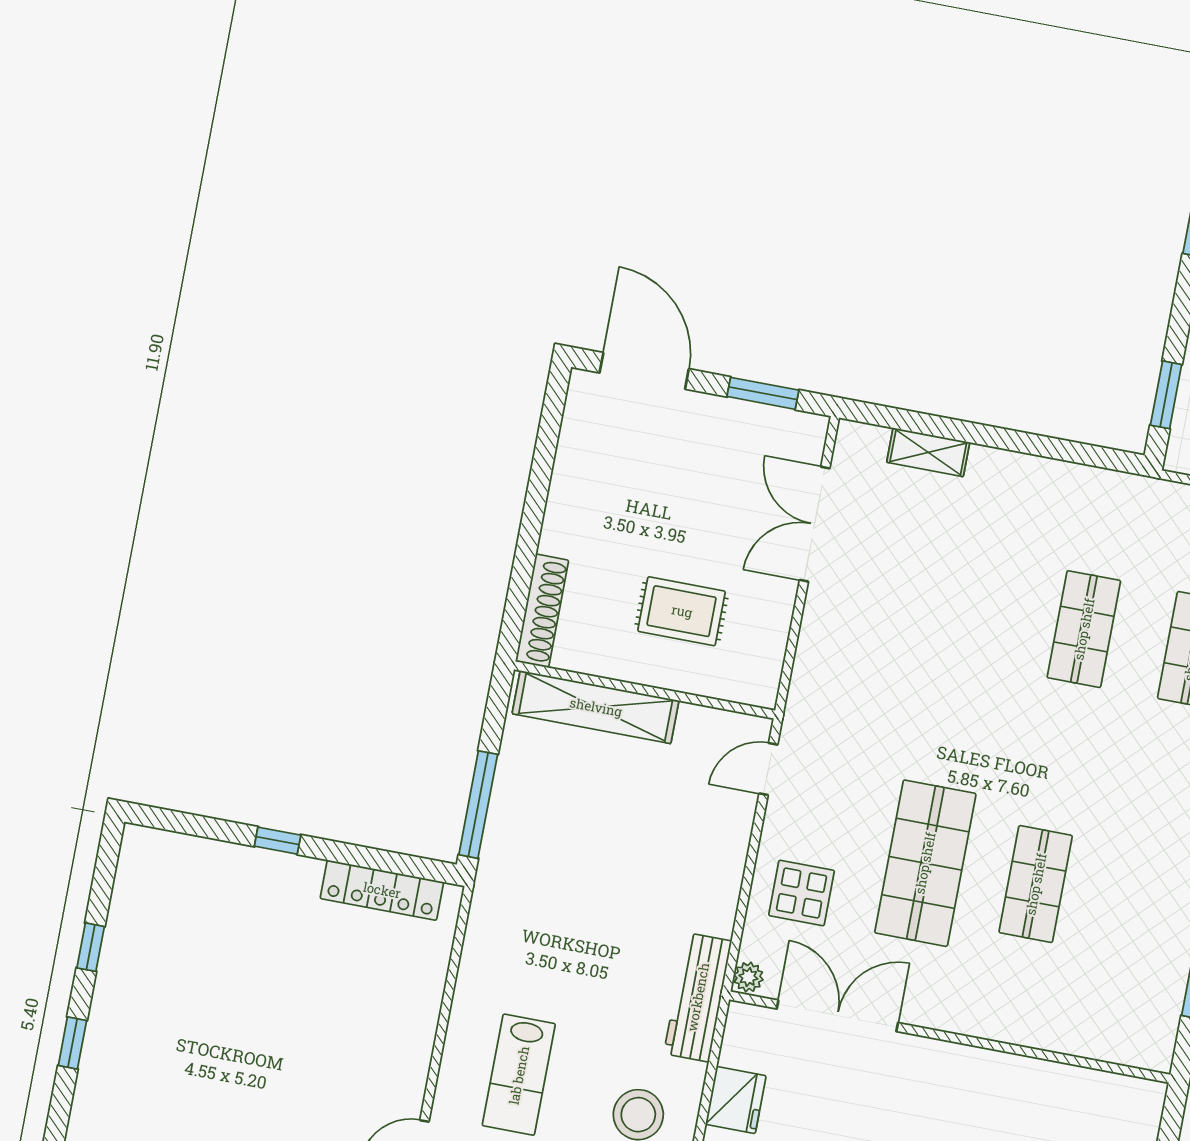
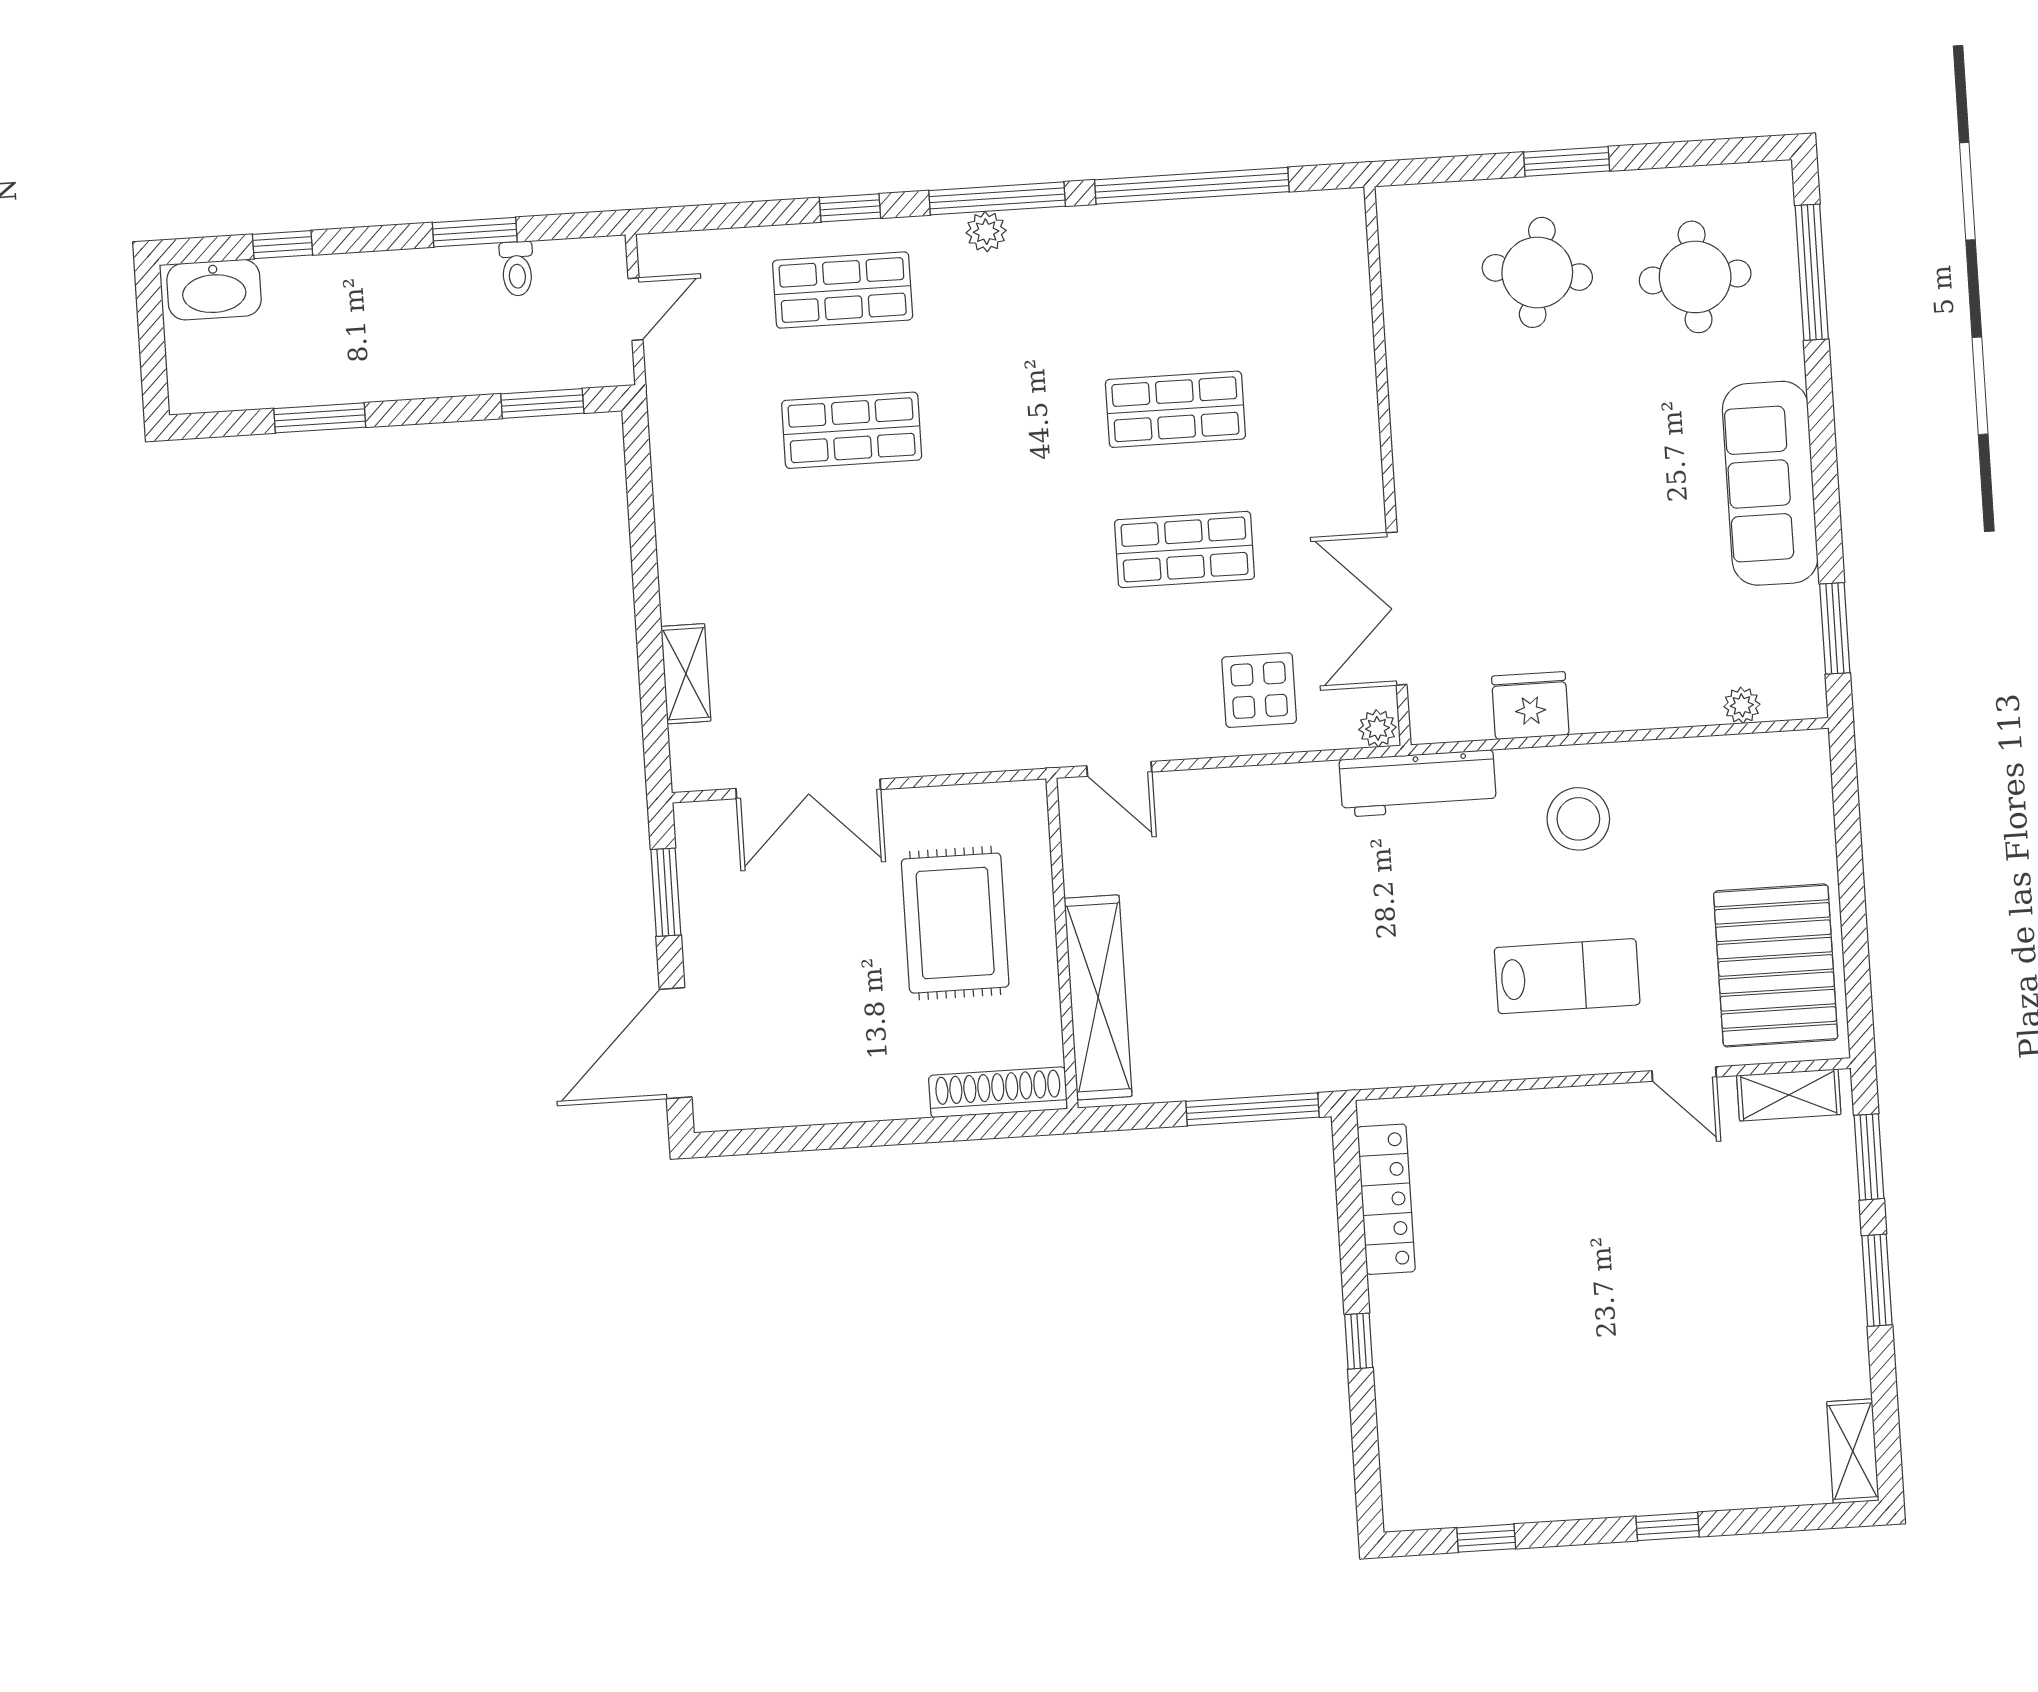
rug: (682, 611) -> (955, 923), width x1.36, depth x1.43
shop shelf: (925, 863) -> (1185, 549), width x0.70, depth x0.74
window: (91, 947) -> (1486, 1538), moved

